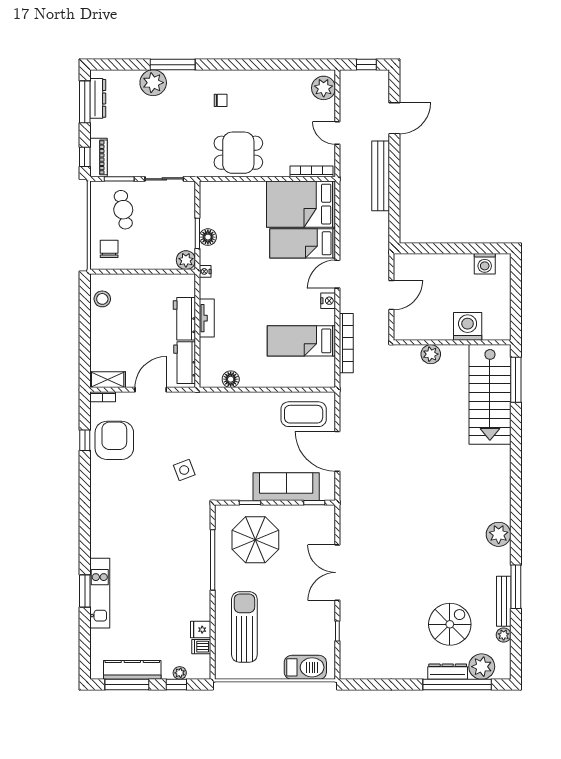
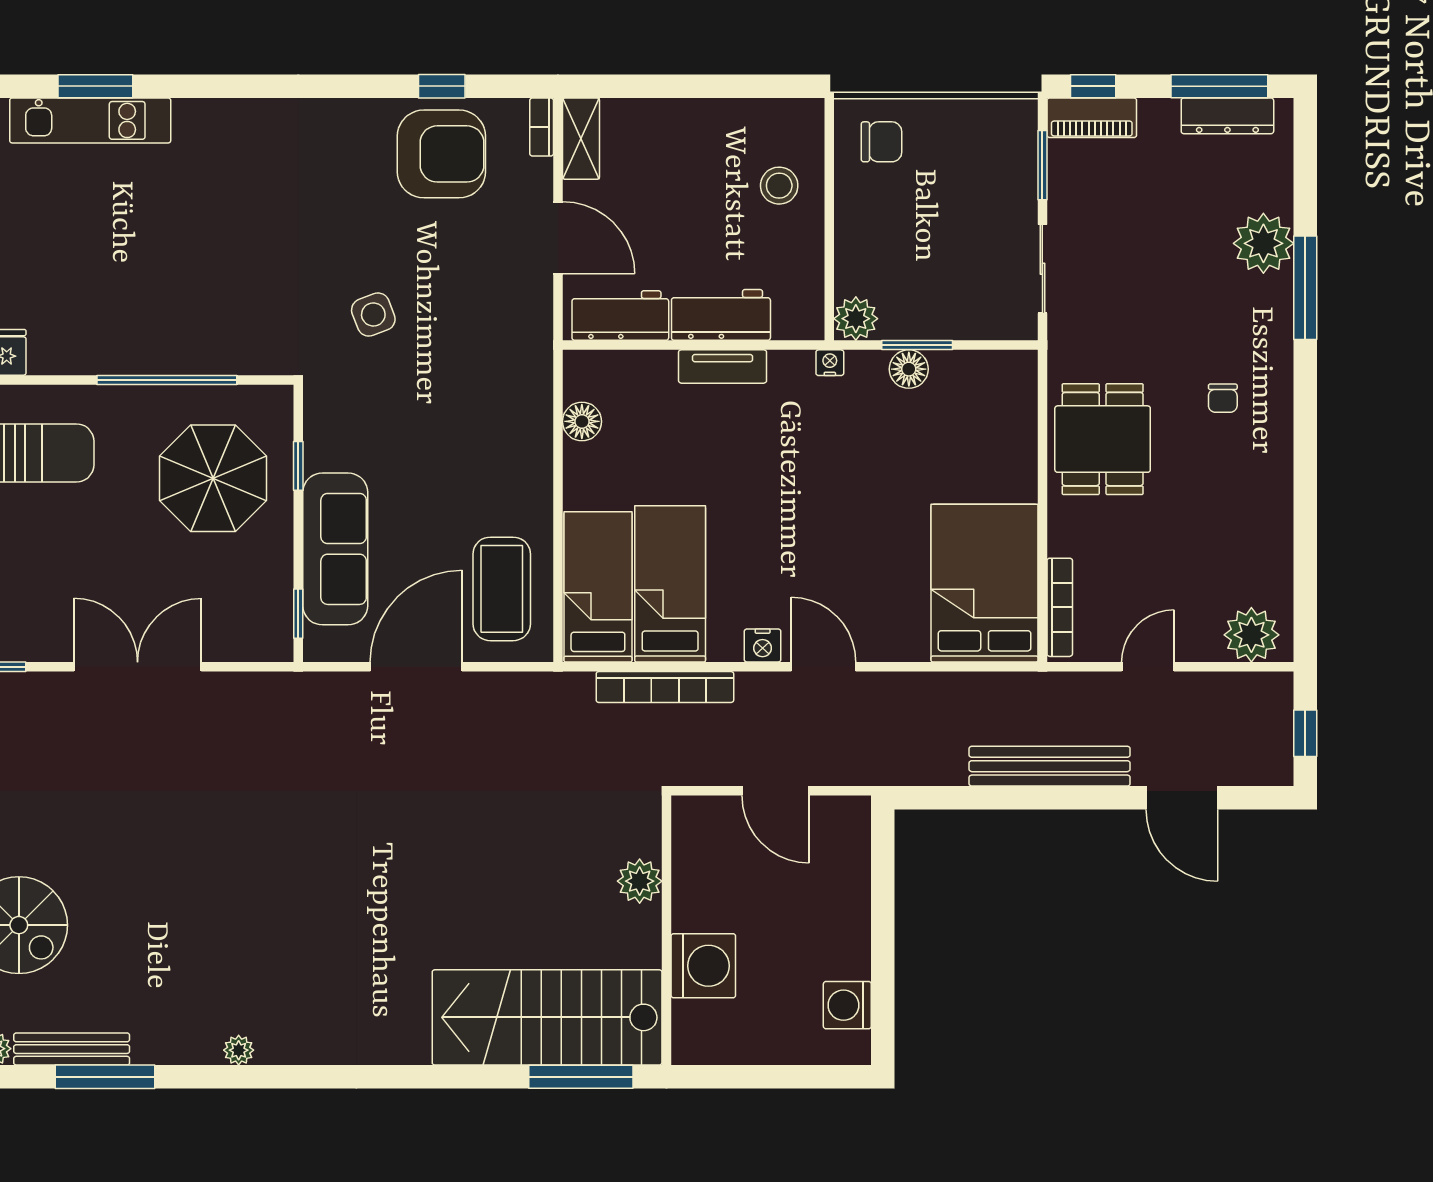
cafe table: (123, 210) -> (972, 175), removed
bed: (303, 243) -> (598, 587), moved
stool: (102, 299) -> (779, 186), moved
plant: (499, 534) -> (239, 1050), width x0.53, depth x0.53

